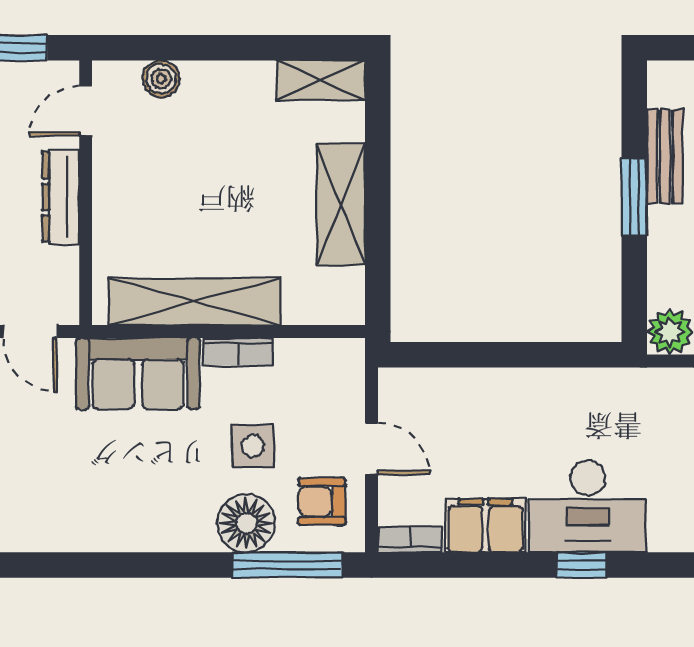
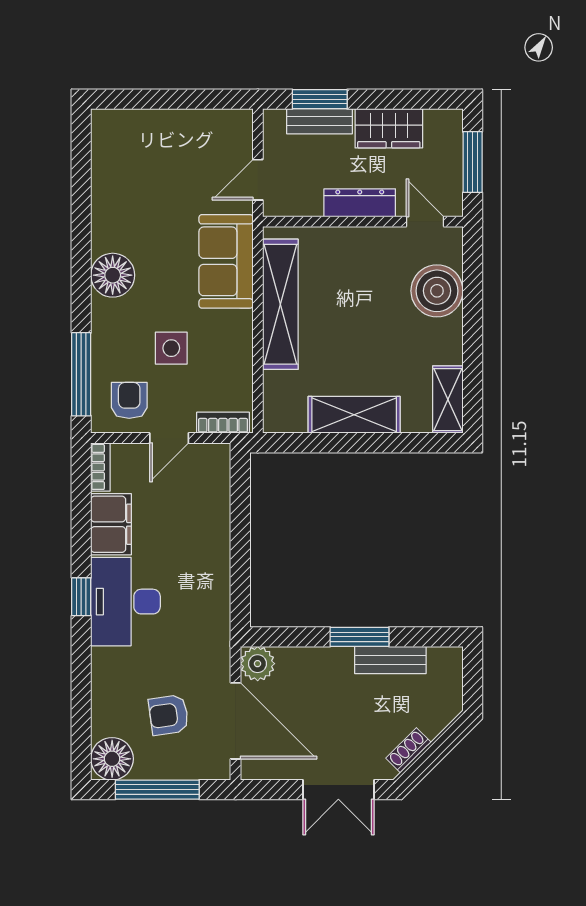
boiler: (161, 79) -> (437, 291), width x1.86, depth x1.86
bookcase: (238, 352) -> (223, 423), moved, turned 90
floor lamp: (246, 523) -> (113, 275), moved

